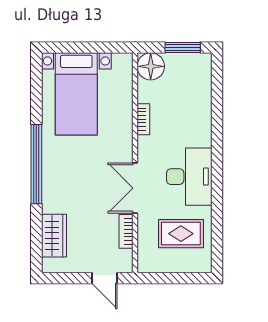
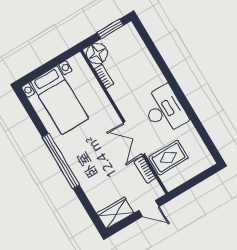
bookcase: (143, 119) -> (104, 76), moved
rug: (181, 234) -> (168, 158), moved
wardrobe: (54, 236) -> (115, 213), moved, turned -90

